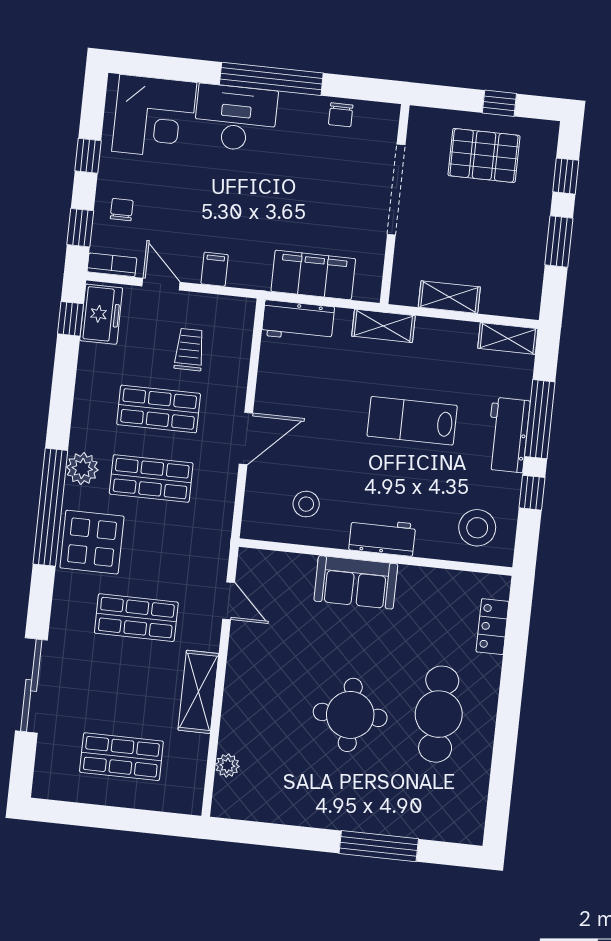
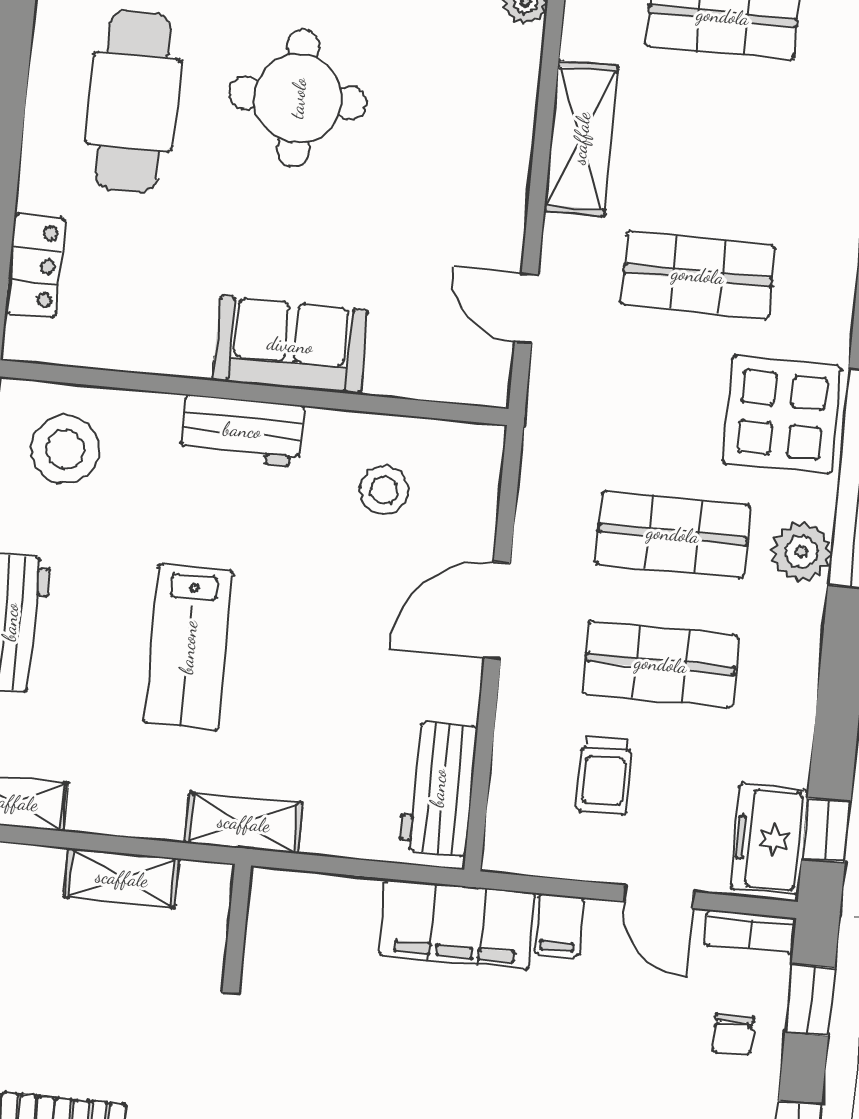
filing cabinet: (313, 275) -> (457, 924), moved
workbench: (298, 321) -> (438, 788), moved, turned -90
lab bench: (412, 421) -> (188, 647), turned 90

